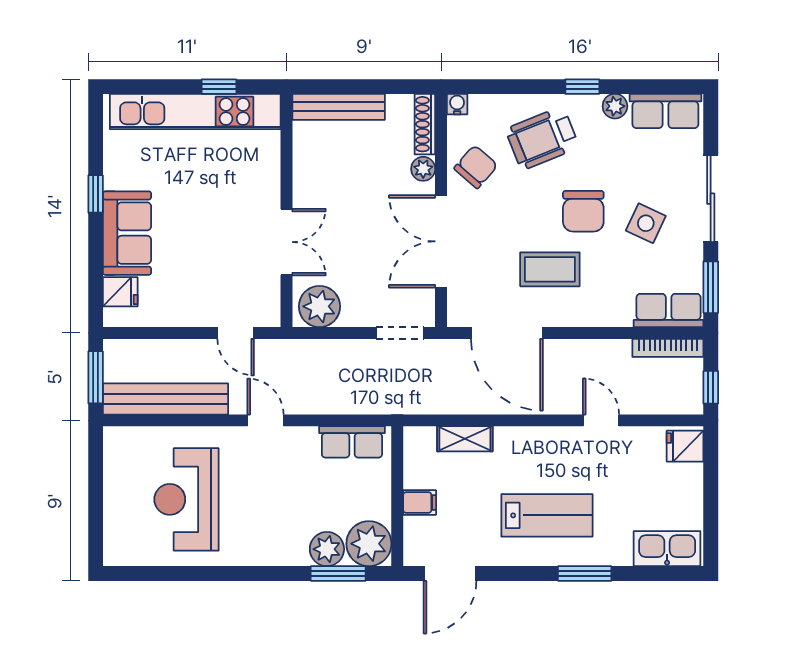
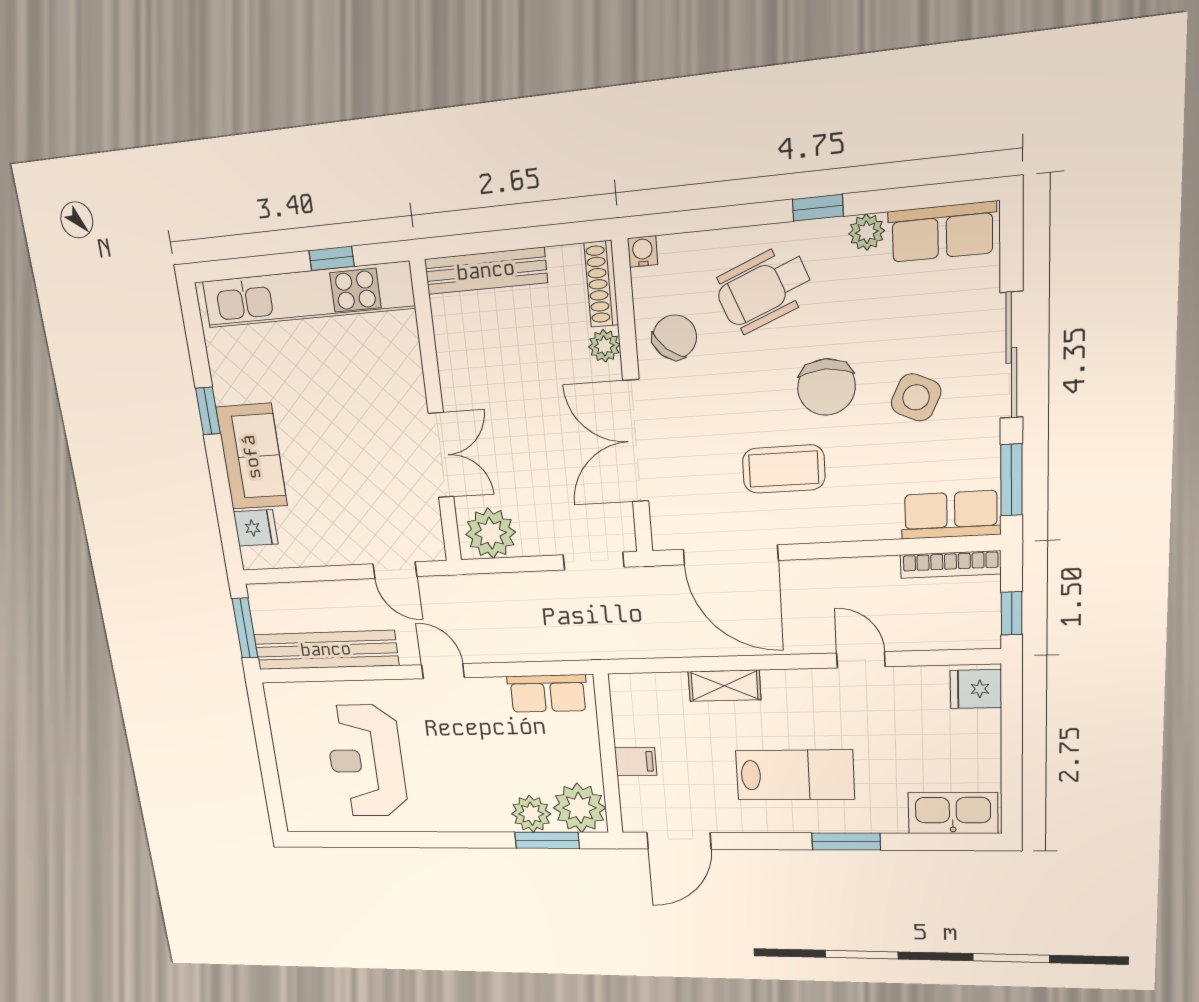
shelving: (465, 439) -> (724, 686), moved

